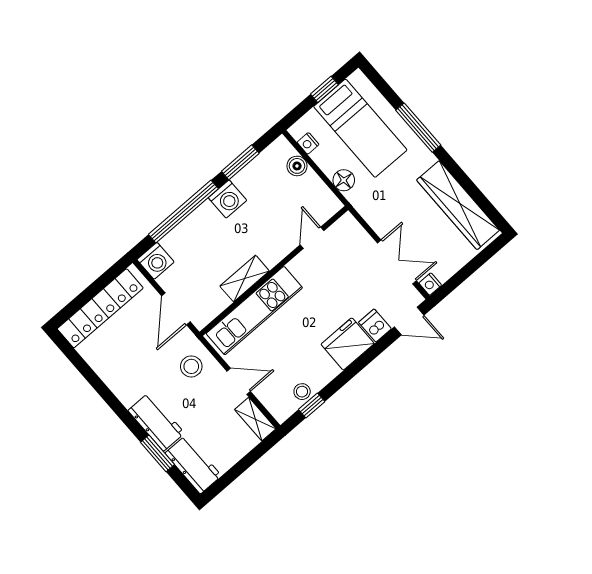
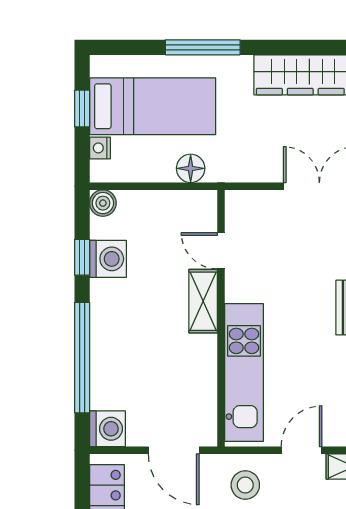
nightstand: (308, 143) -> (100, 148), moved, turned 90
window: (240, 162) -> (82, 257), width x0.67
boiler: (297, 166) -> (103, 203), moved
washing machine: (228, 199) -> (108, 259), moved
shelving: (245, 279) -> (203, 301), moved

